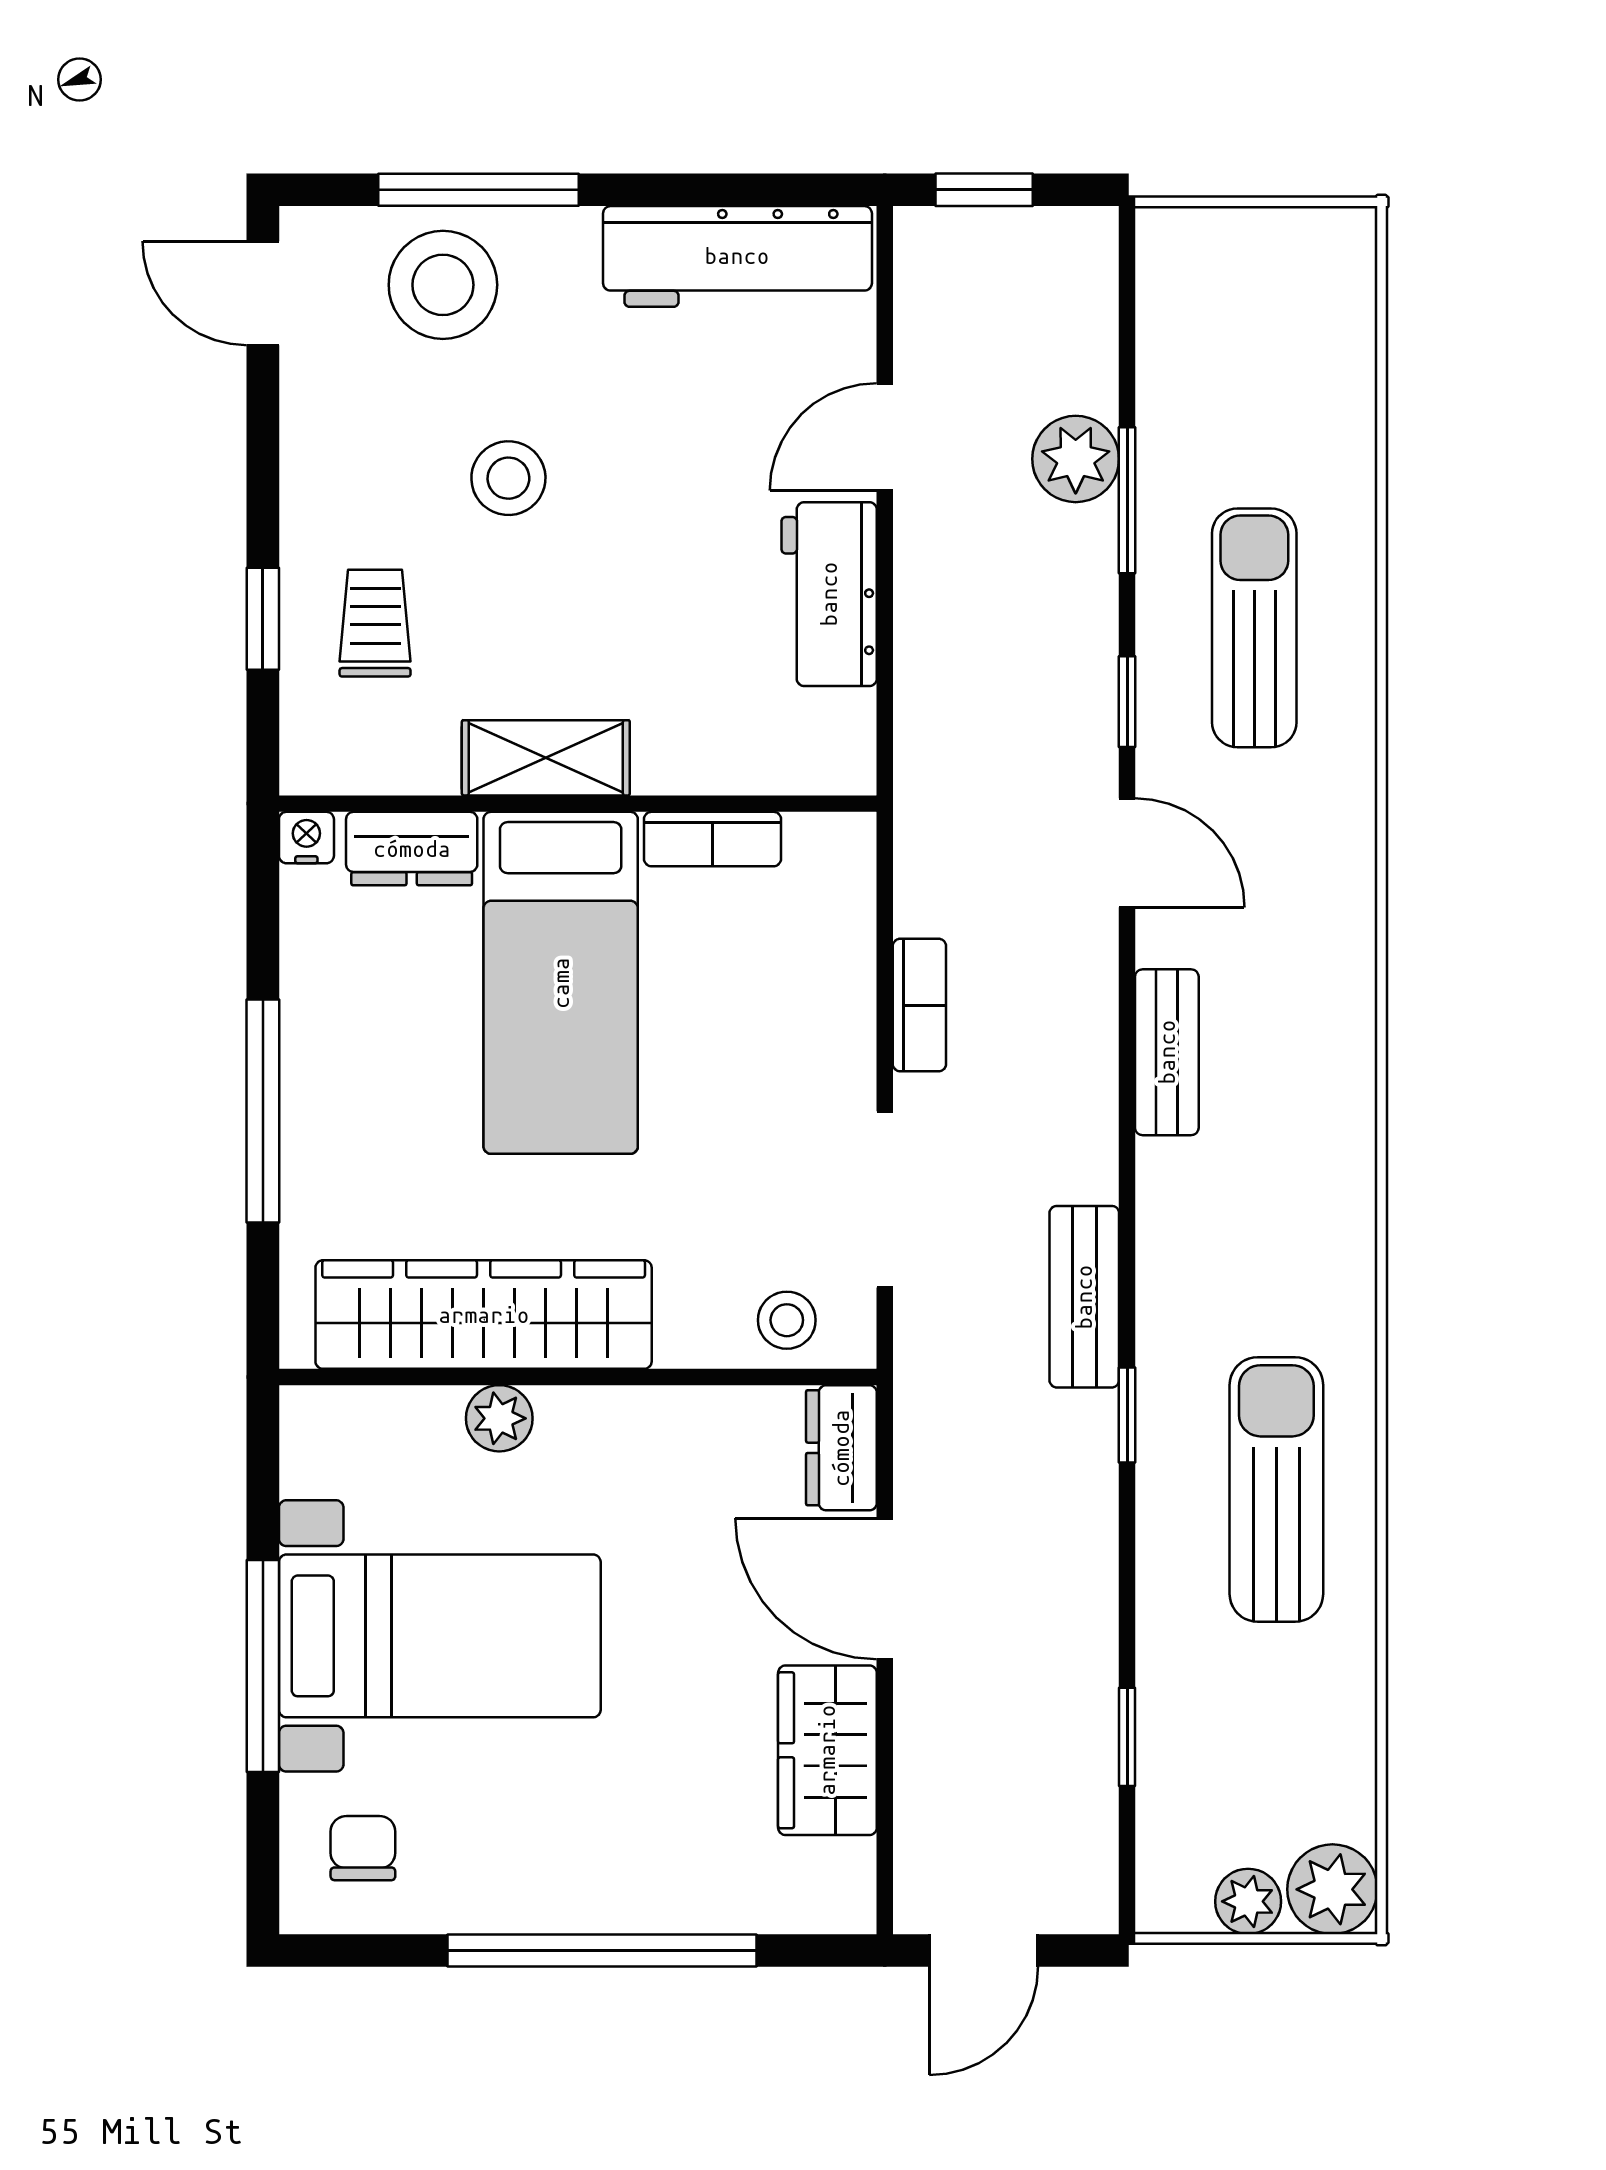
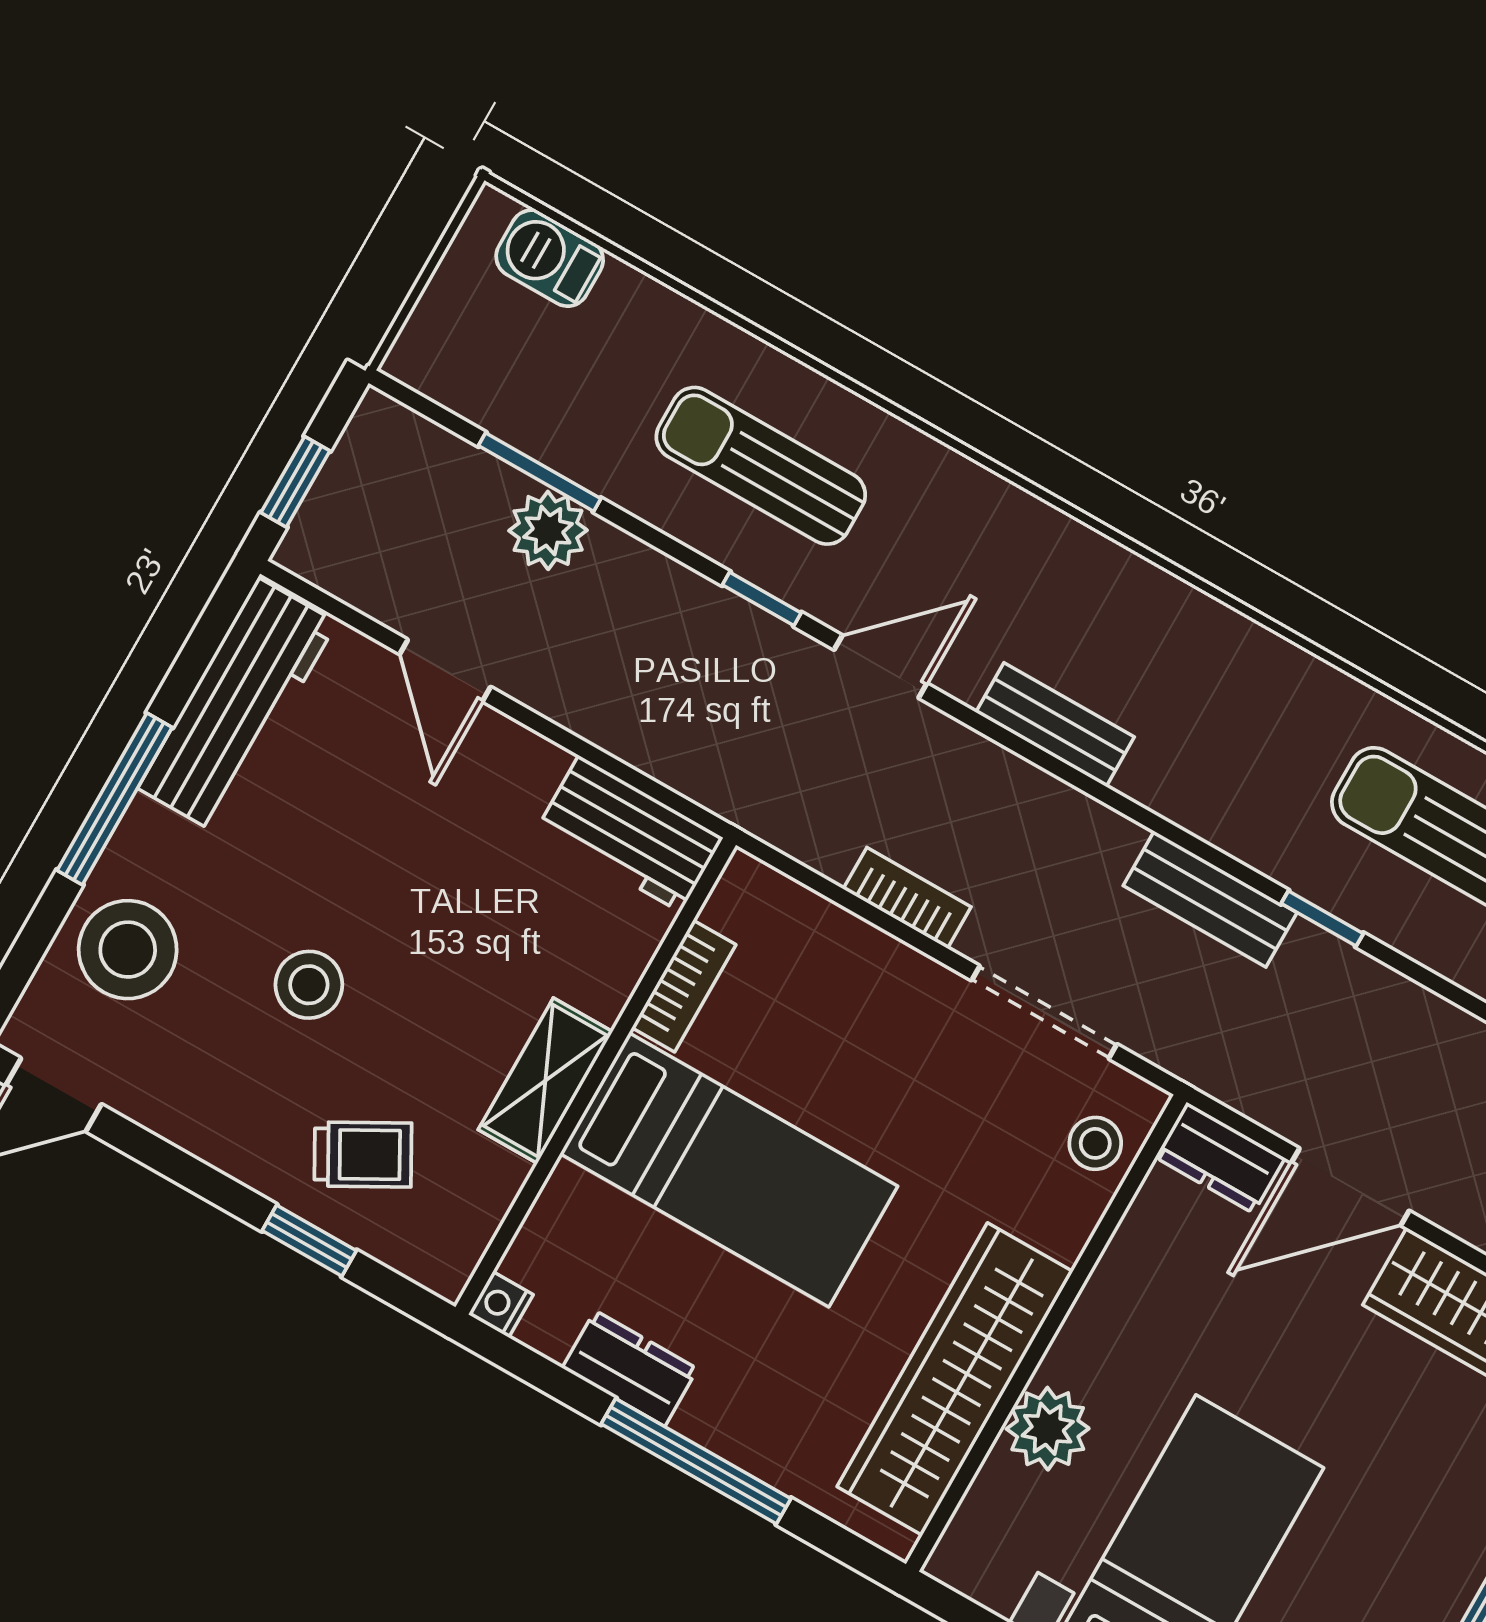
window: (479, 190) -> (115, 799), moved
barbecue: (1338, 311) -> (550, 258), added
window: (1127, 500) -> (540, 472), moved
workbench: (829, 594) -> (630, 834), moved
trolley: (375, 623) -> (363, 1154), turned 151
dresser: (412, 849) -> (630, 1368), moved, turned -90
plant: (499, 1418) -> (1048, 1429), width x1.38, depth x1.38

